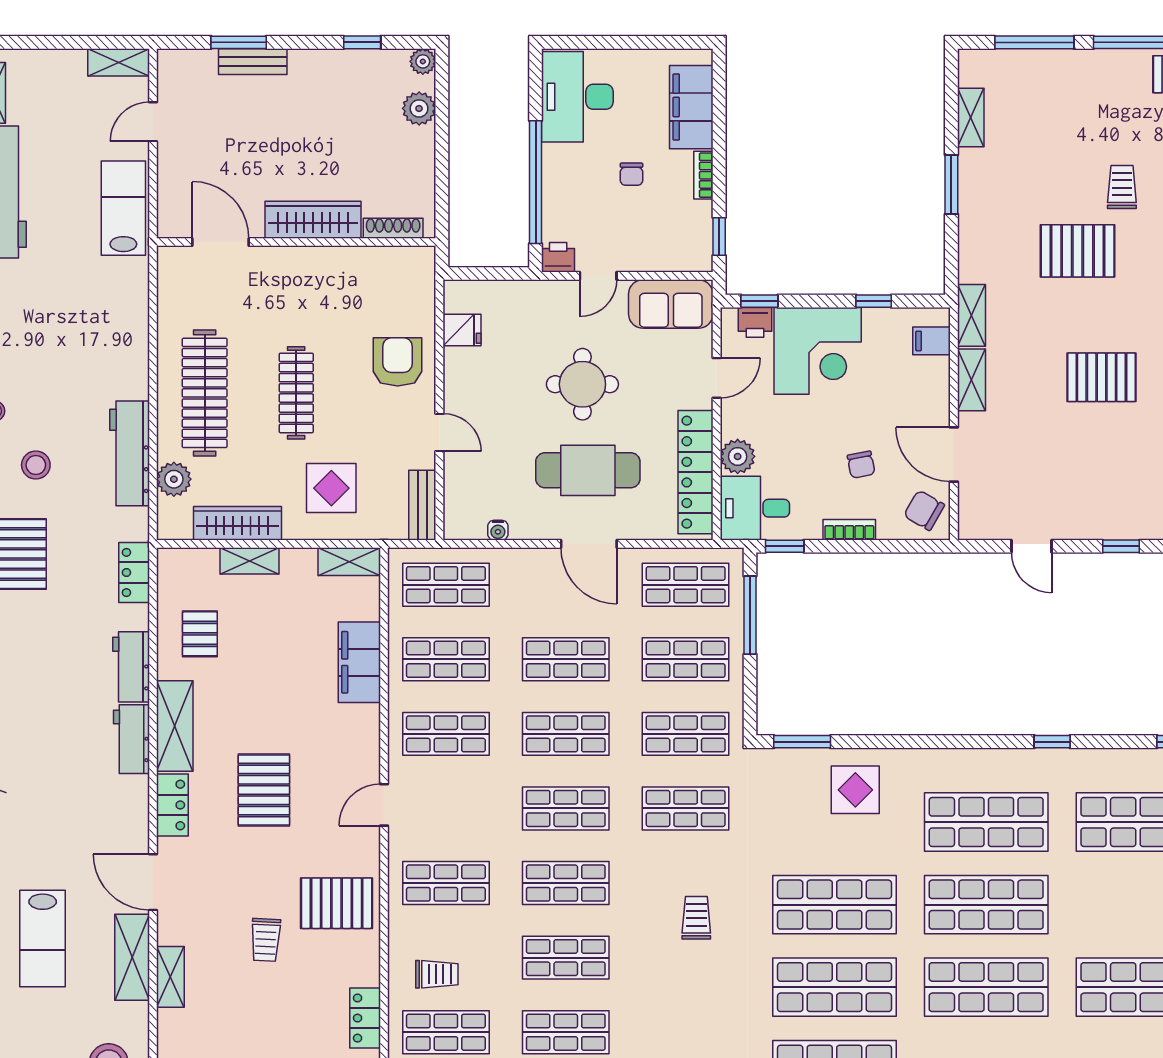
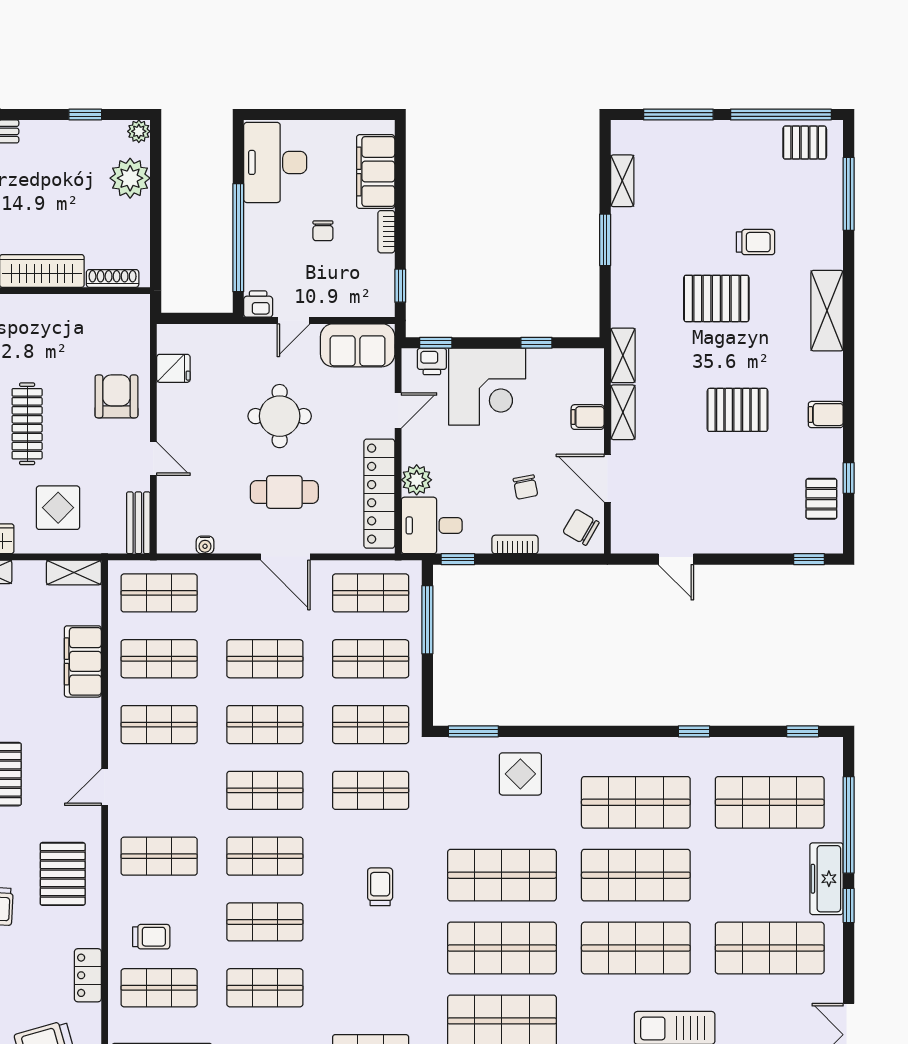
plant: (419, 108) -> (130, 178), width x1.36, depth x1.36
trolley: (1122, 187) -> (756, 242), turned 90
filing cabinet: (932, 341) -> (588, 417), moved
cafe table: (588, 470) -> (284, 492), width x0.73, depth x0.74
window: (1121, 546) -> (755, 559), removed
pallet: (337, 903) -> (63, 874), turned 90

